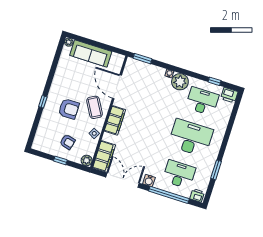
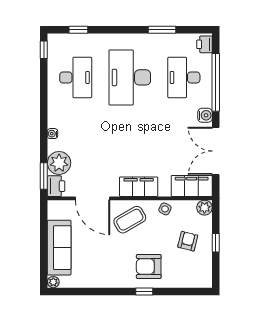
window: (214, 81) -> (44, 50), moved
plant: (180, 82) -> (59, 163), moved
door: (117, 87) -> (93, 198), hinge flipped
printer: (229, 95) -> (56, 186), moved
desk: (202, 101) -> (76, 77), turned 180
armchair: (69, 109) -> (149, 266), moved, turned -90
window: (234, 113) -> (78, 30), added

